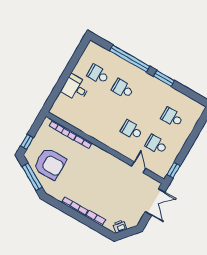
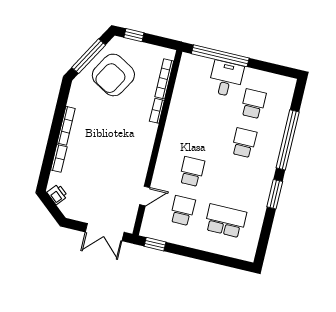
window: (59, 87) -> (220, 56), added
school desk: (172, 117) -> (225, 221), width x1.85
armchair: (50, 164) -> (113, 75), turned 30

